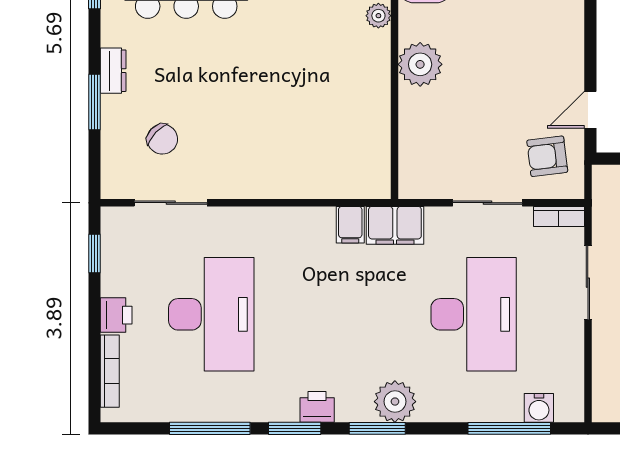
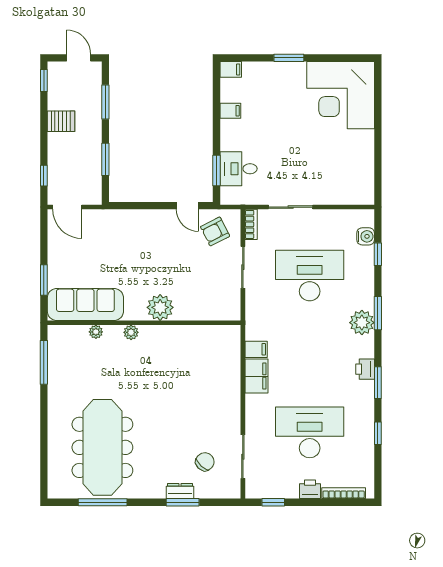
dresser: (113, 71) -> (180, 491), moved
armchair: (547, 156) -> (215, 231), turned 70
filing cabinet: (395, 225) -> (256, 376), moved
window: (210, 428) -> (378, 433), width x0.46
window: (377, 428) -> (378, 313), moved
window: (509, 428) -> (378, 254), width x0.46

